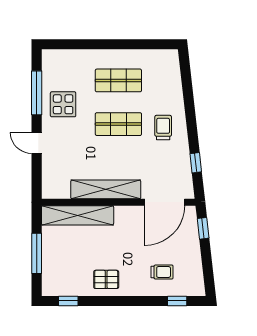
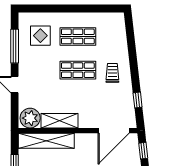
display table: (63, 104) -> (40, 36), moved
plant: (57, 186) -> (30, 118), added
shelving: (106, 189) -> (59, 121), width x0.68

